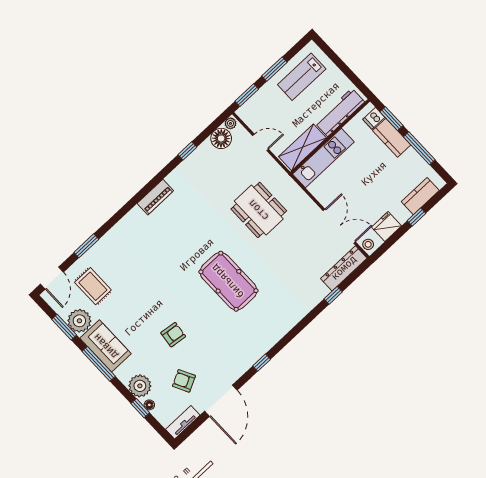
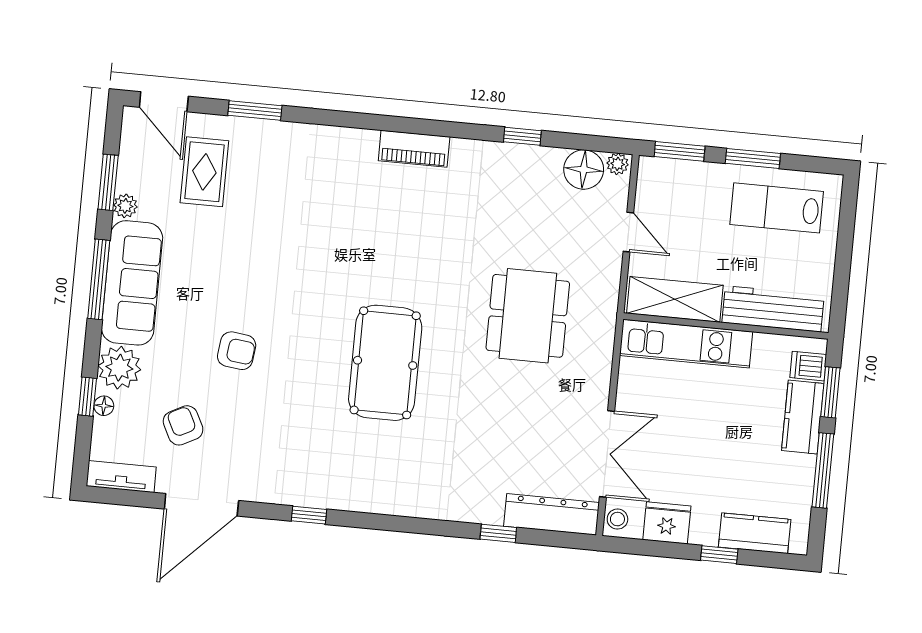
door: (52, 278) -> (164, 102), hinge flipped
plant: (79, 321) -> (125, 206), width x0.53, depth x0.53
sofa: (106, 346) -> (132, 283), width x1.36

